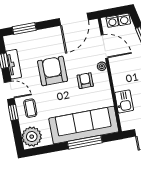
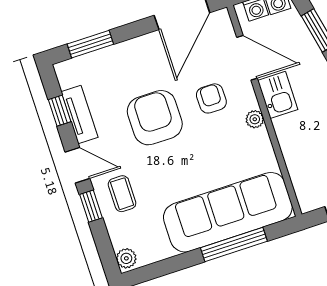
plant: (102, 66) -> (255, 119), moved
armchair: (85, 81) -> (211, 98), moved
kitchen sink: (124, 101) -> (278, 95), moved
plant: (32, 137) -> (126, 258), width x0.53, depth x0.53

